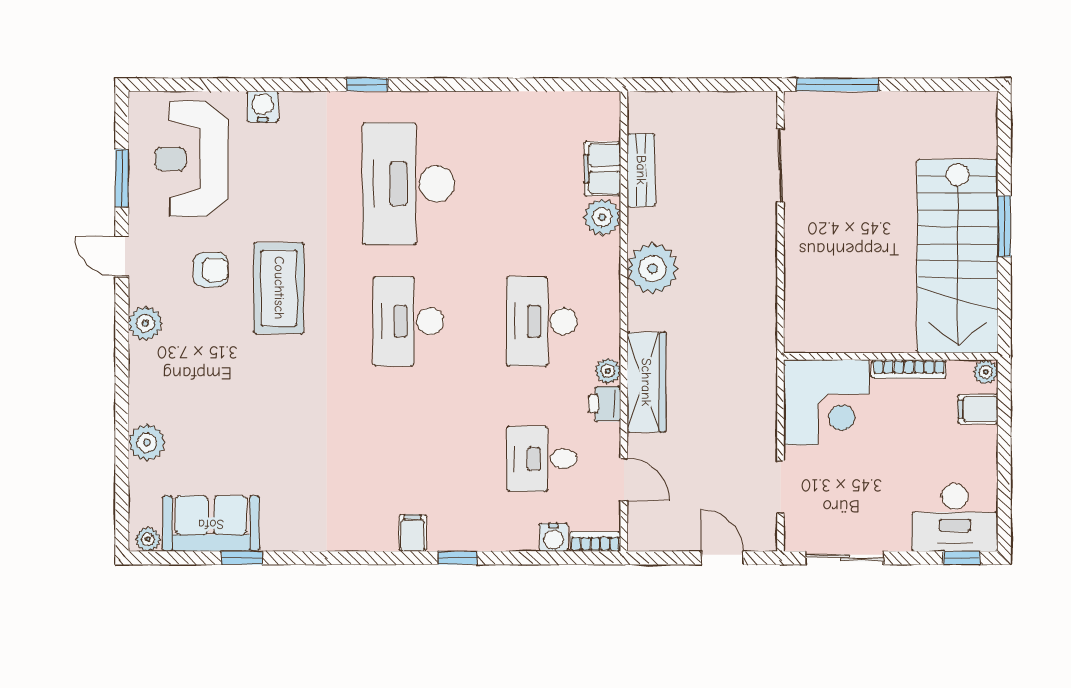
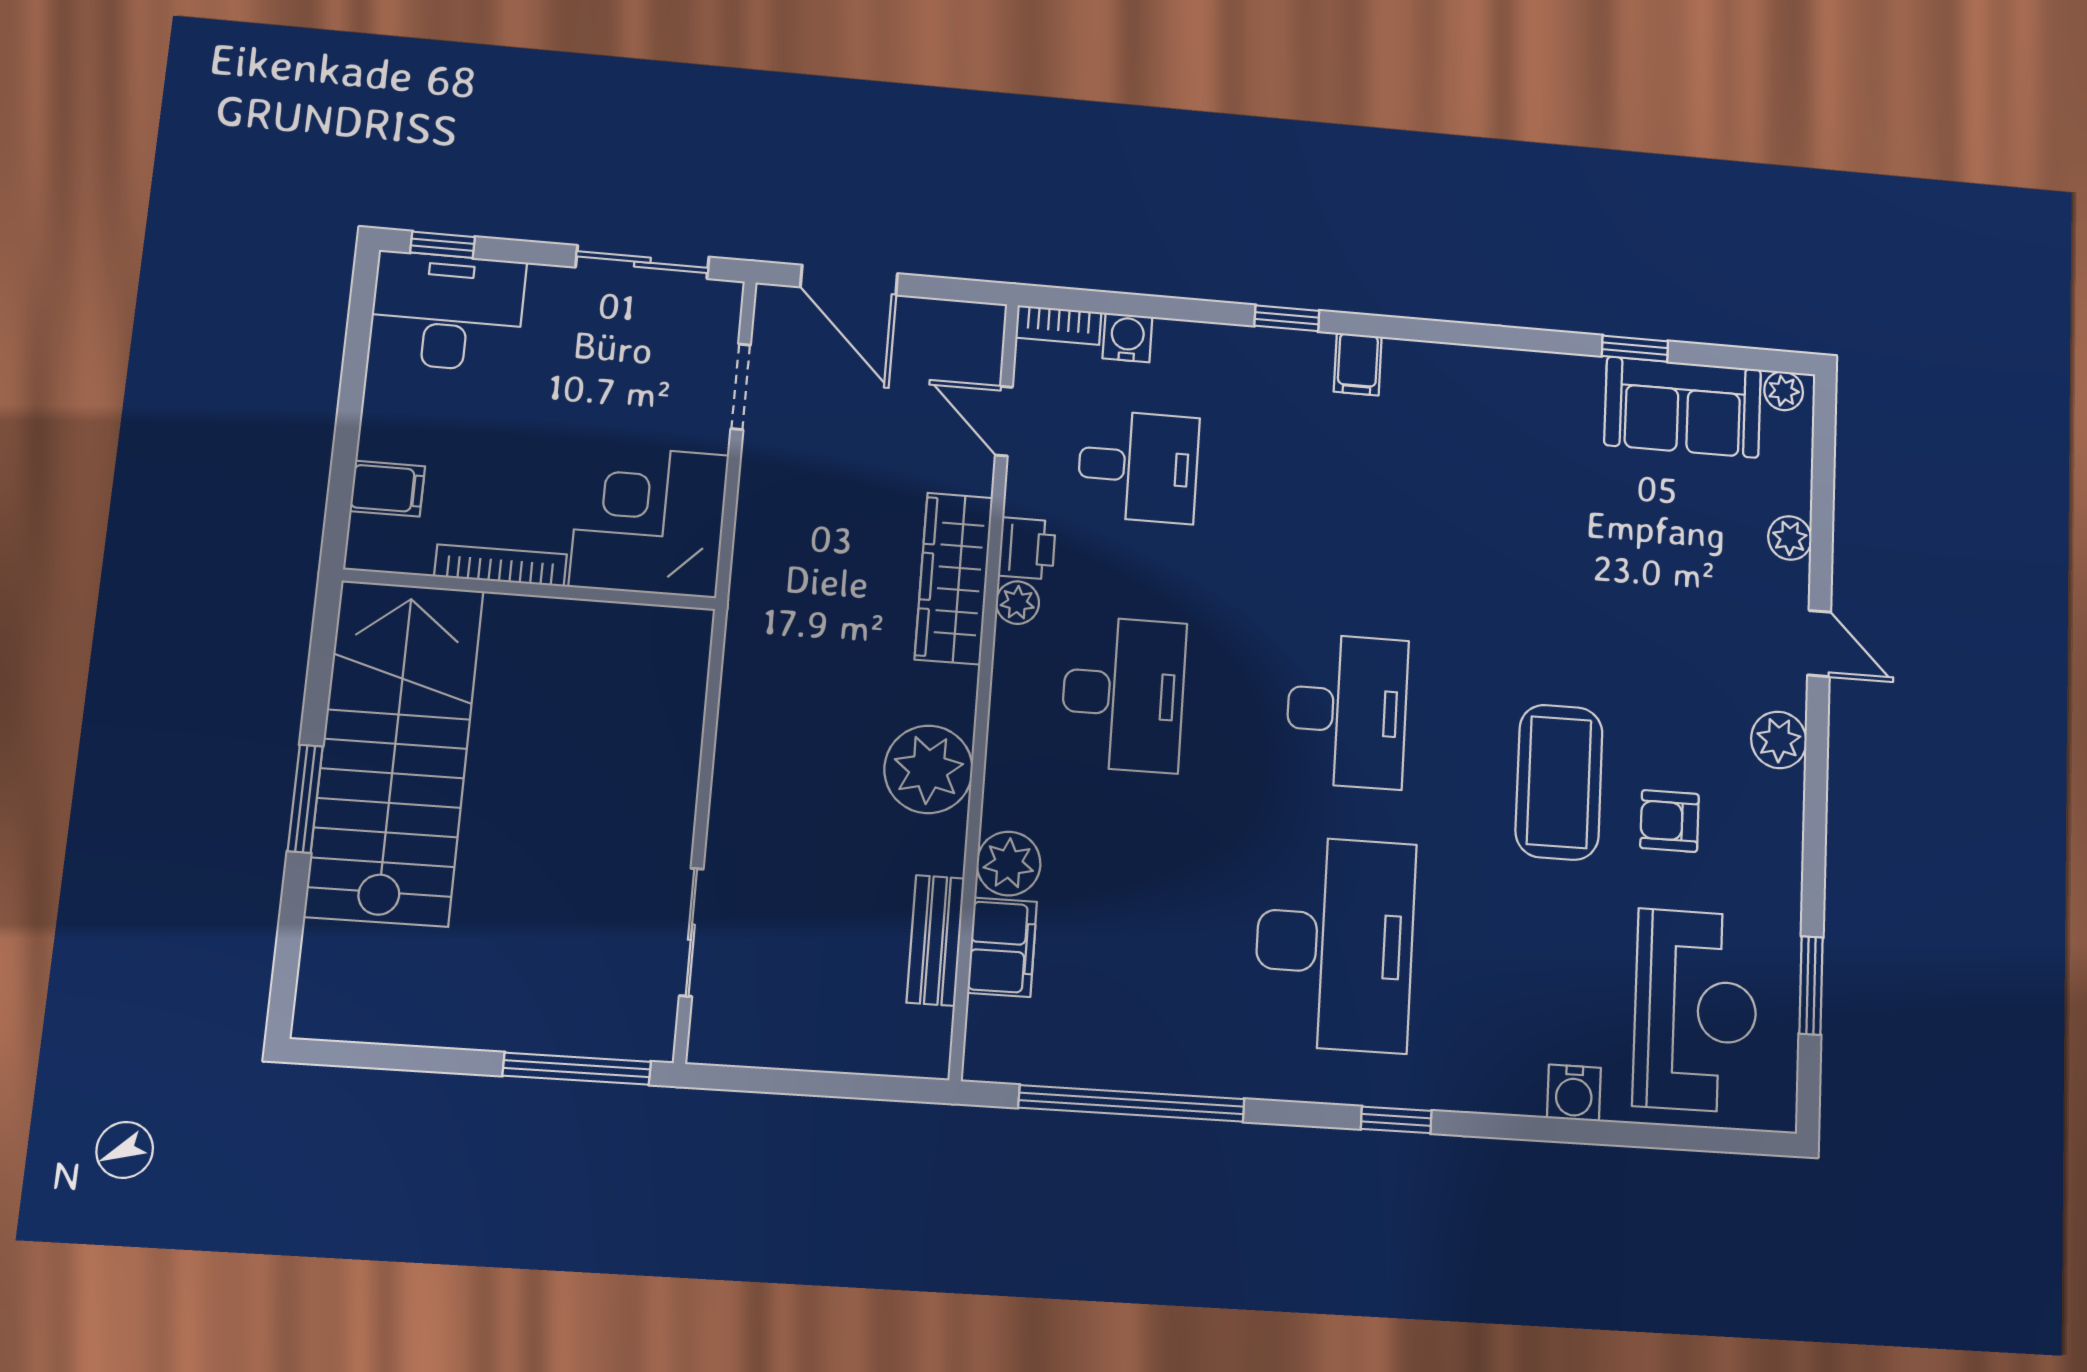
window: (522, 85) -> (1132, 1103), added
door: (122, 256) -> (1819, 643), moved
plant: (986, 372) -> (367, 550), removed
plant: (147, 443) -> (1790, 538), width x0.73, depth x0.73
door: (722, 558) -> (849, 280), width x1.38

